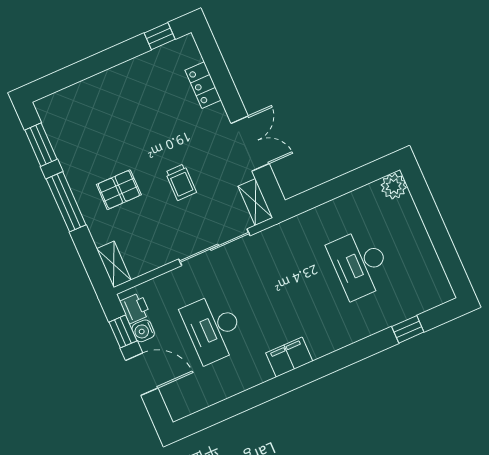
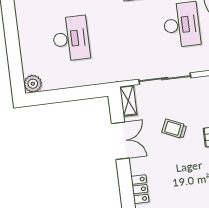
double door: (250, 143) -> (120, 141), swing flipped
trolley: (181, 182) -> (174, 129), turned -66

